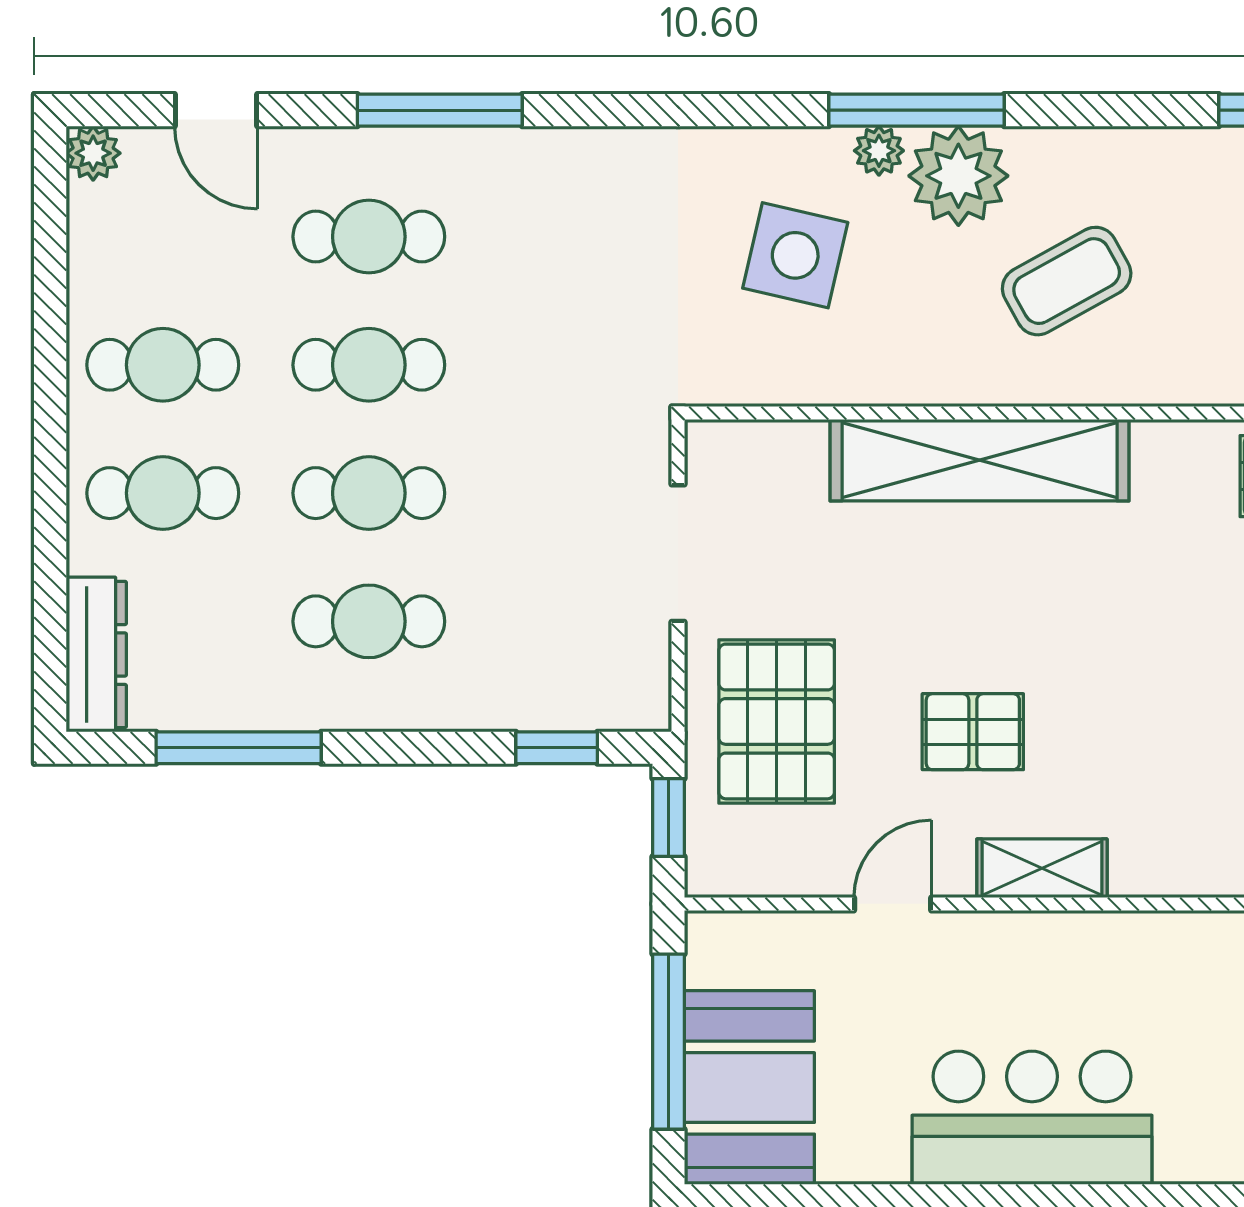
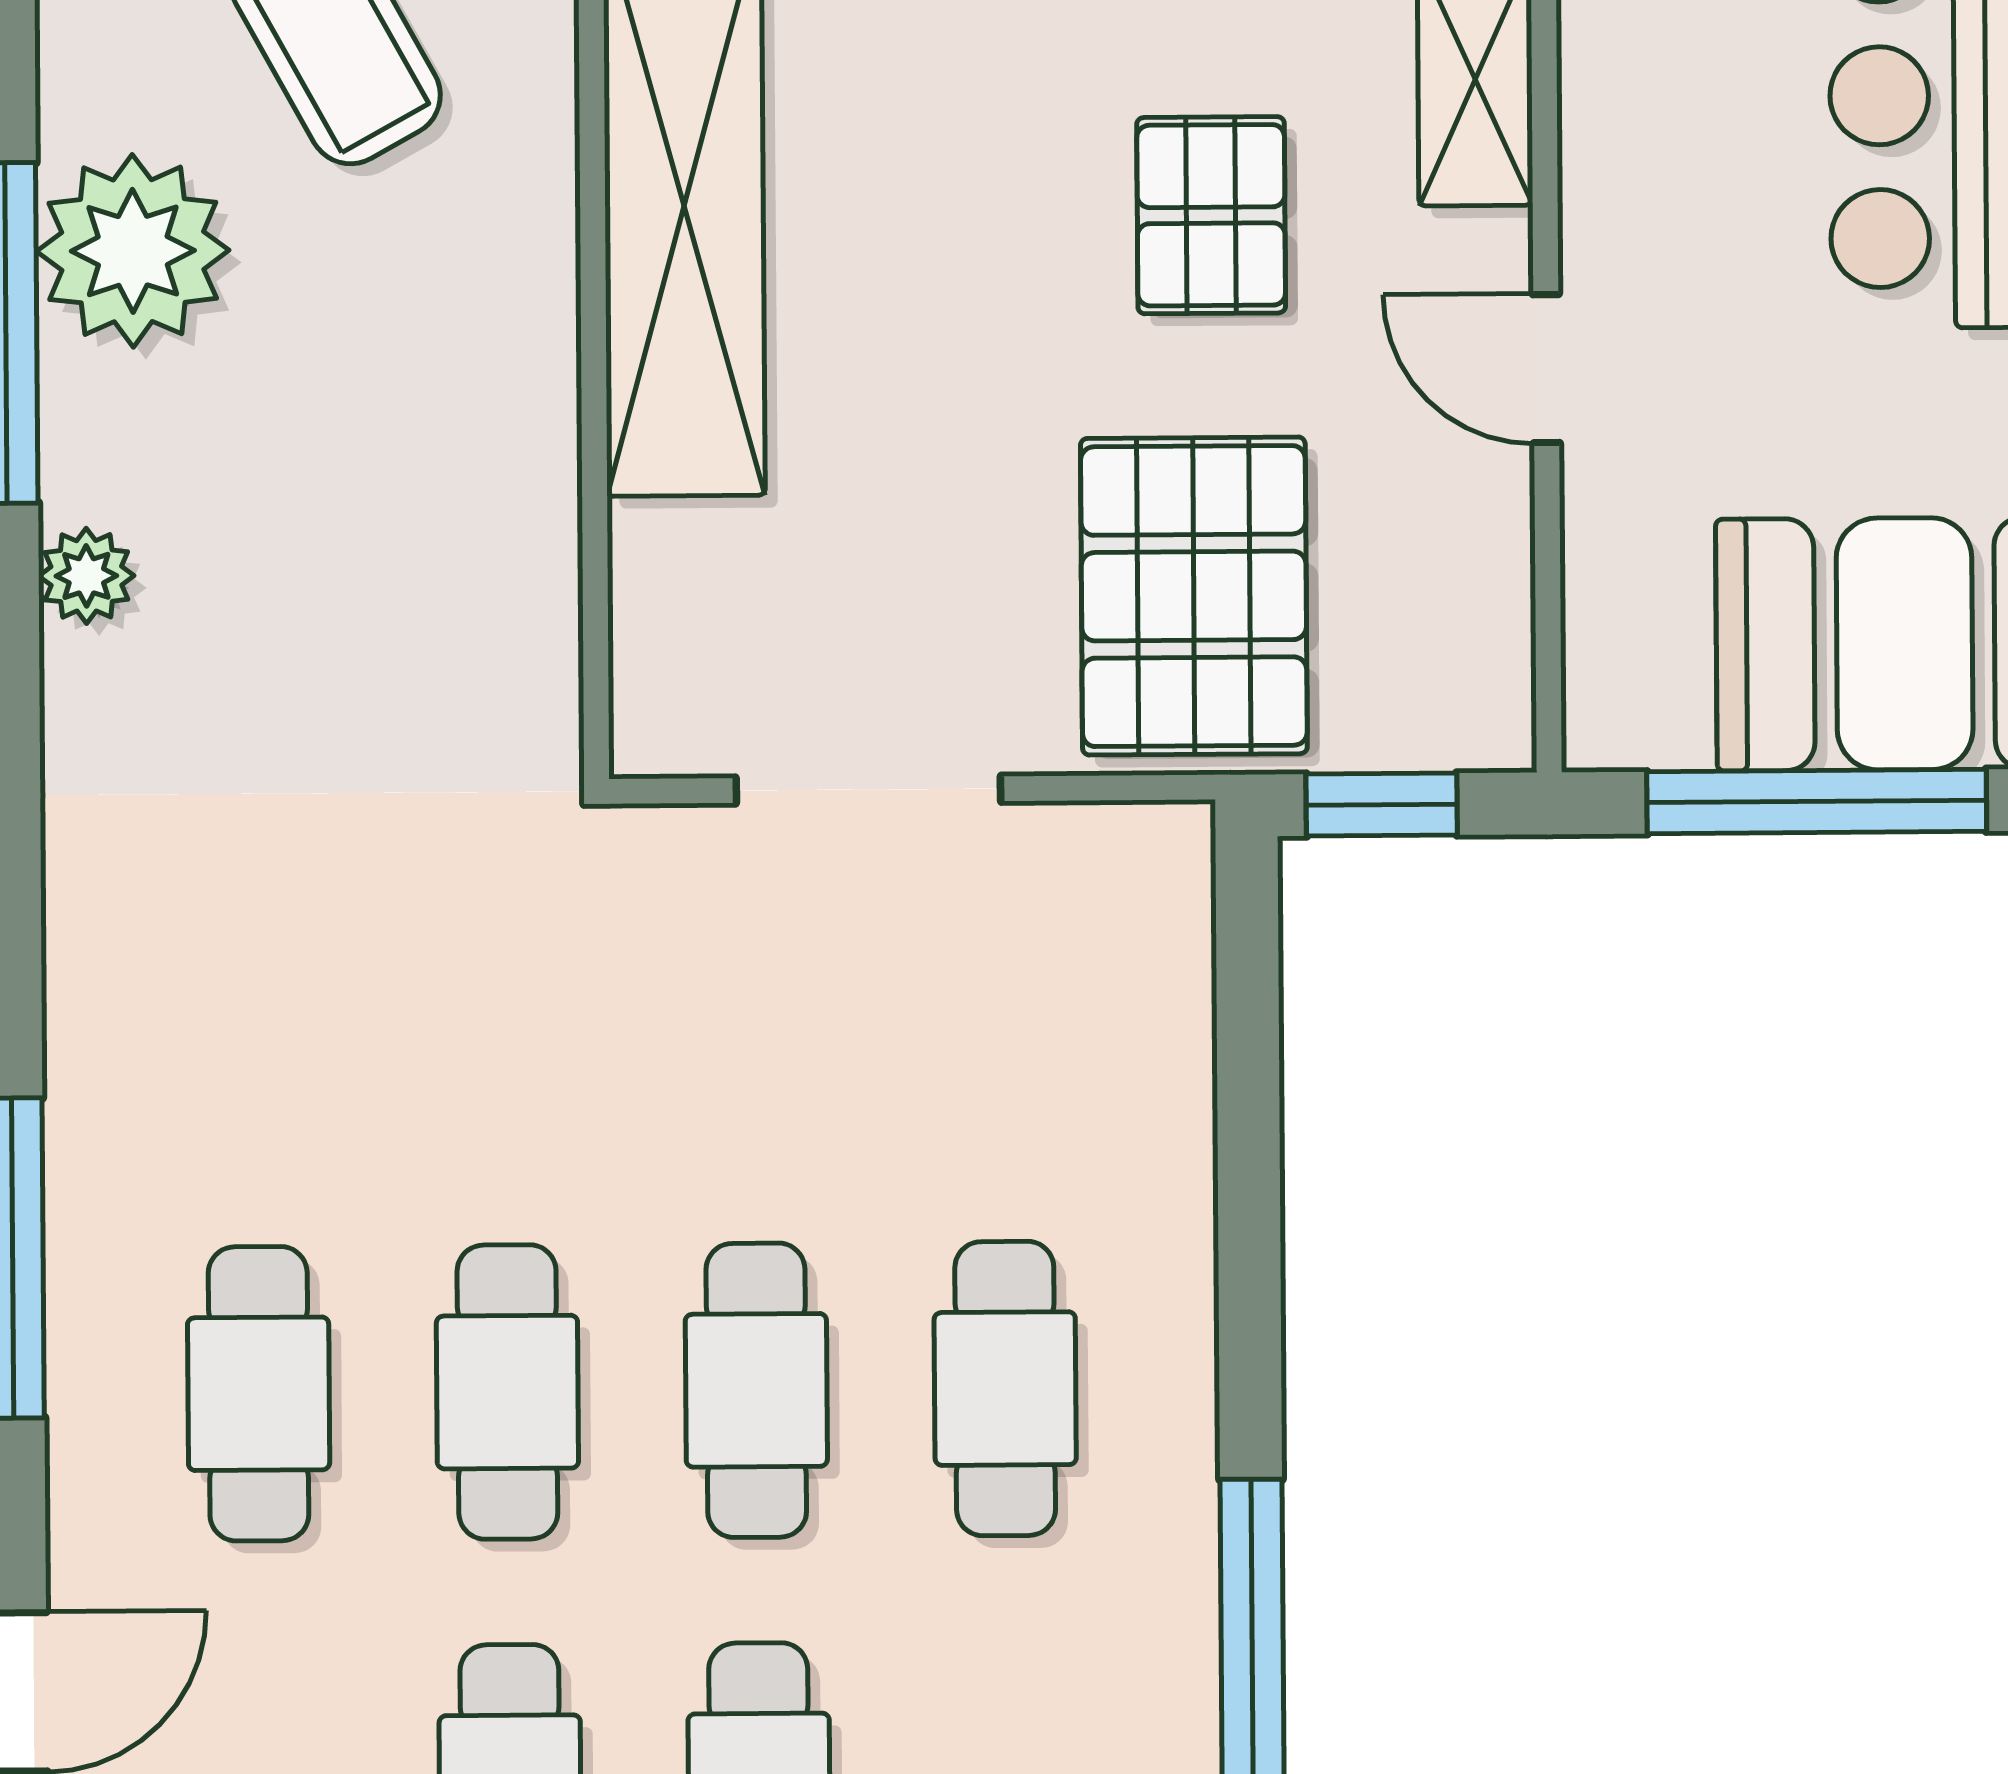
plant: (879, 151) -> (86, 576), moved
side table: (795, 255) -> (289, 566), removed
pallet: (777, 721) -> (1194, 596), turned 90
window: (557, 748) -> (1248, 1022), removed

